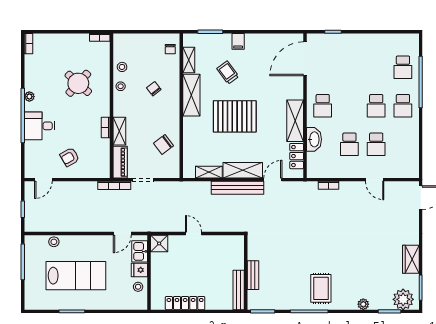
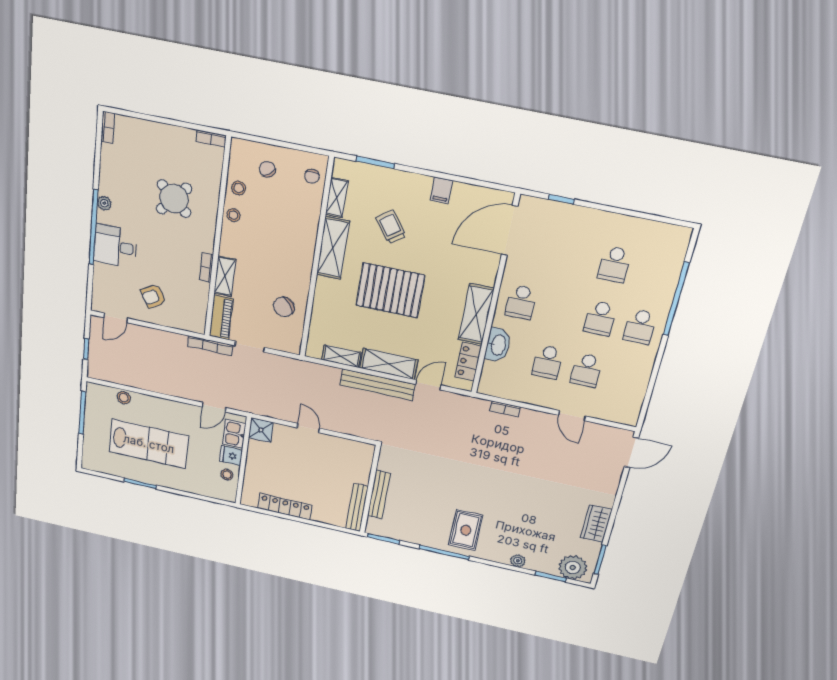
filing cabinet: (238, 41) -> (441, 190), moved
school desk: (403, 67) -> (614, 264), moved
chair: (154, 89) -> (267, 169), moved
bench: (253, 275) -> (379, 495), width x1.36

